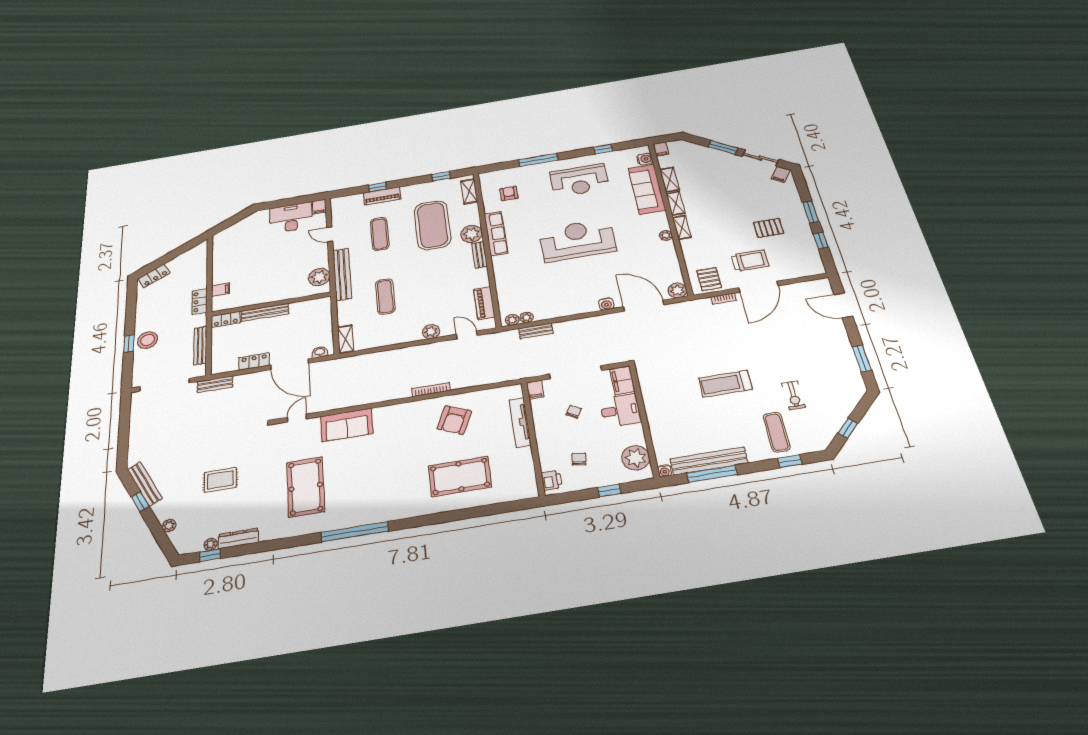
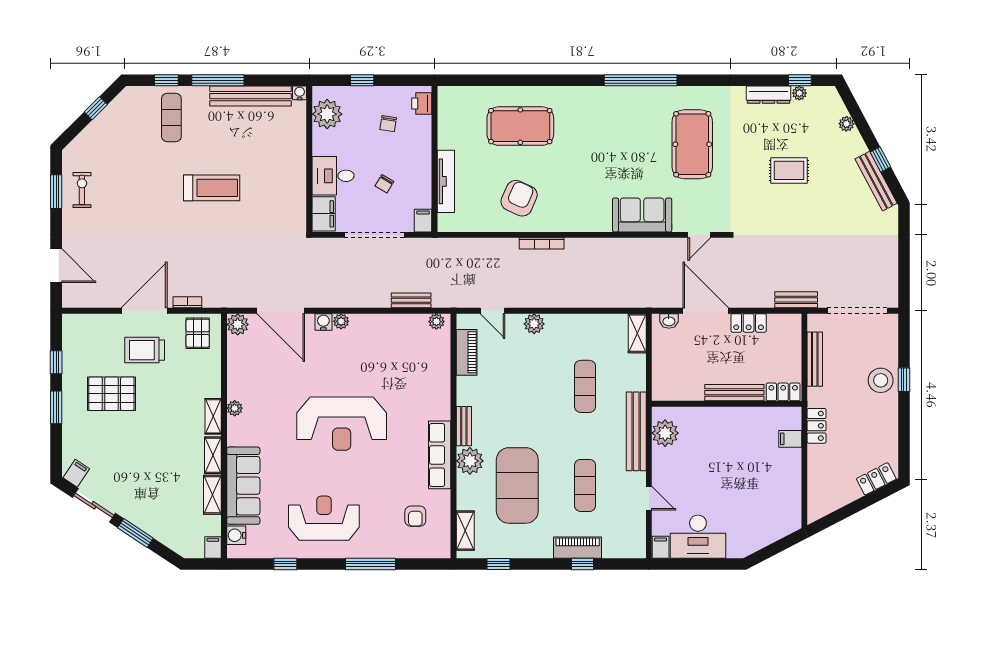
pallet: (768, 228) -> (111, 394), width x1.50, depth x1.42
plant: (527, 318) -> (341, 321), moved
exercise bike: (793, 395) -> (82, 190), moved
window: (712, 474) -> (218, 80), moved

